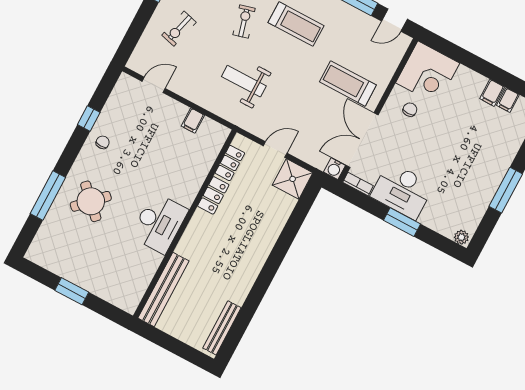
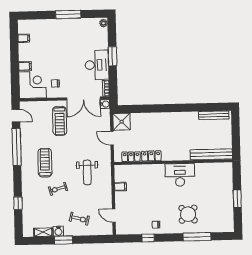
filing cabinet: (492, 93) -> (25, 66), moved

